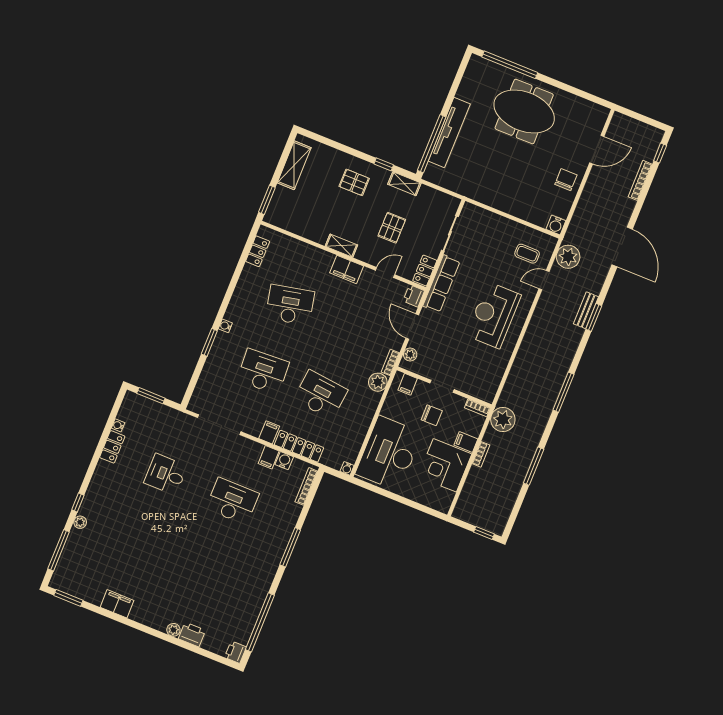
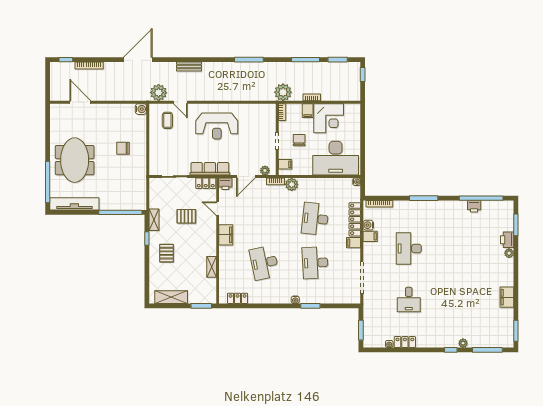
tv unit: (449, 133) -> (74, 204), moved
chair: (566, 180) -> (123, 148), moved
shelving: (341, 246) -> (212, 267), moved
window: (594, 317) -> (338, 60), moved
printer: (235, 652) -> (474, 206), moved
window: (207, 654) -> (516, 225), added

